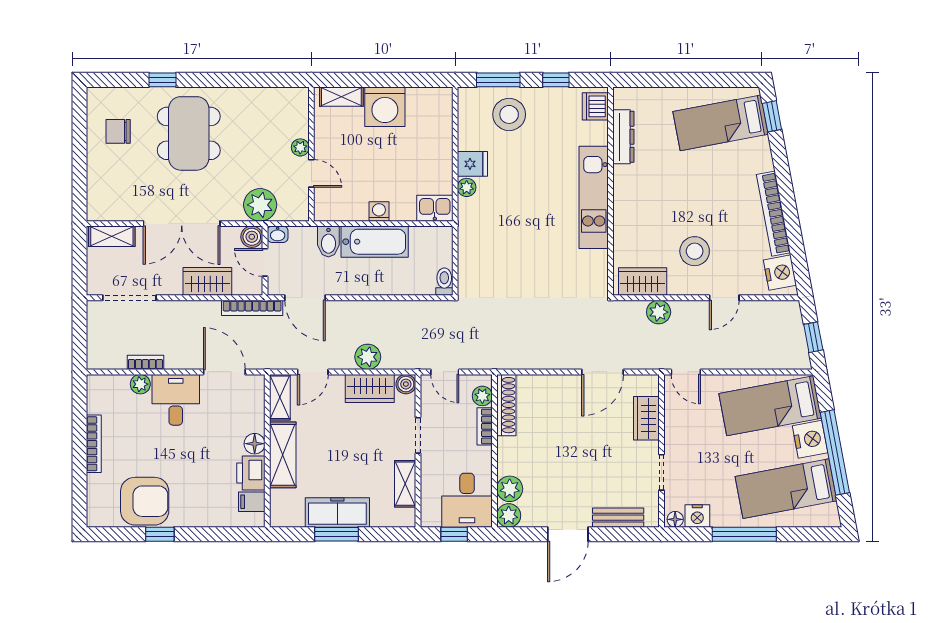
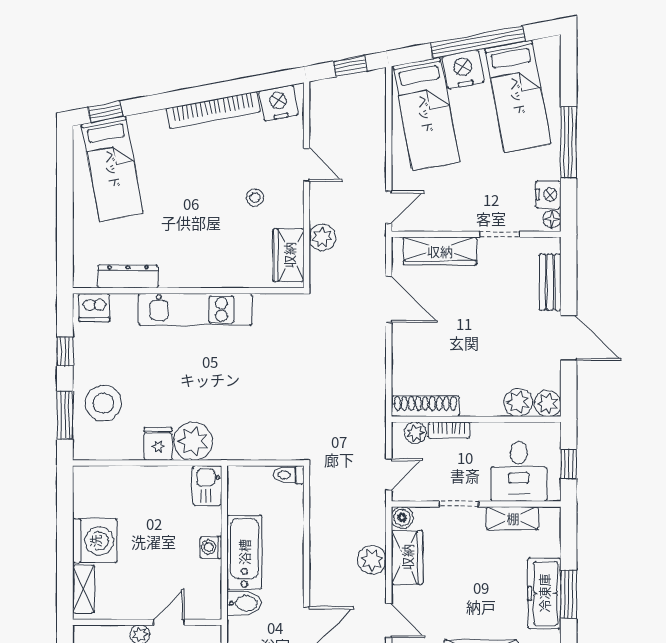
plant: (467, 187) -> (193, 441), width x1.87, depth x1.87
stool: (695, 251) -> (255, 198), width x0.53, depth x0.53
wardrobe: (646, 418) -> (440, 251), width x1.50
desk: (467, 500) -> (519, 471), moved, turned 90

